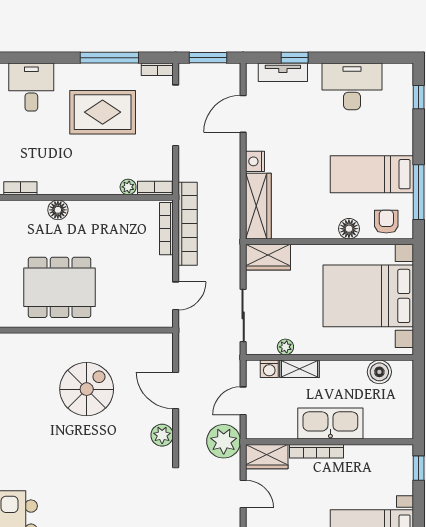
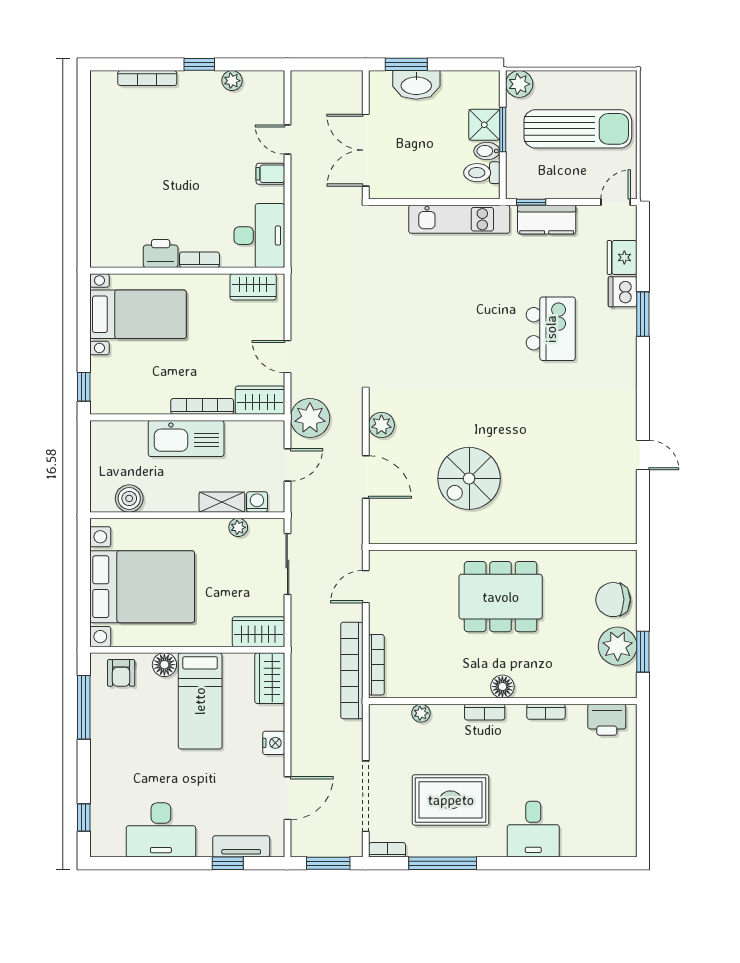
bed: (372, 174) -> (200, 701), moved, turned 90
bookcase: (155, 188) -> (485, 712), moved
wardrobe: (258, 206) -> (270, 678), width x0.67

